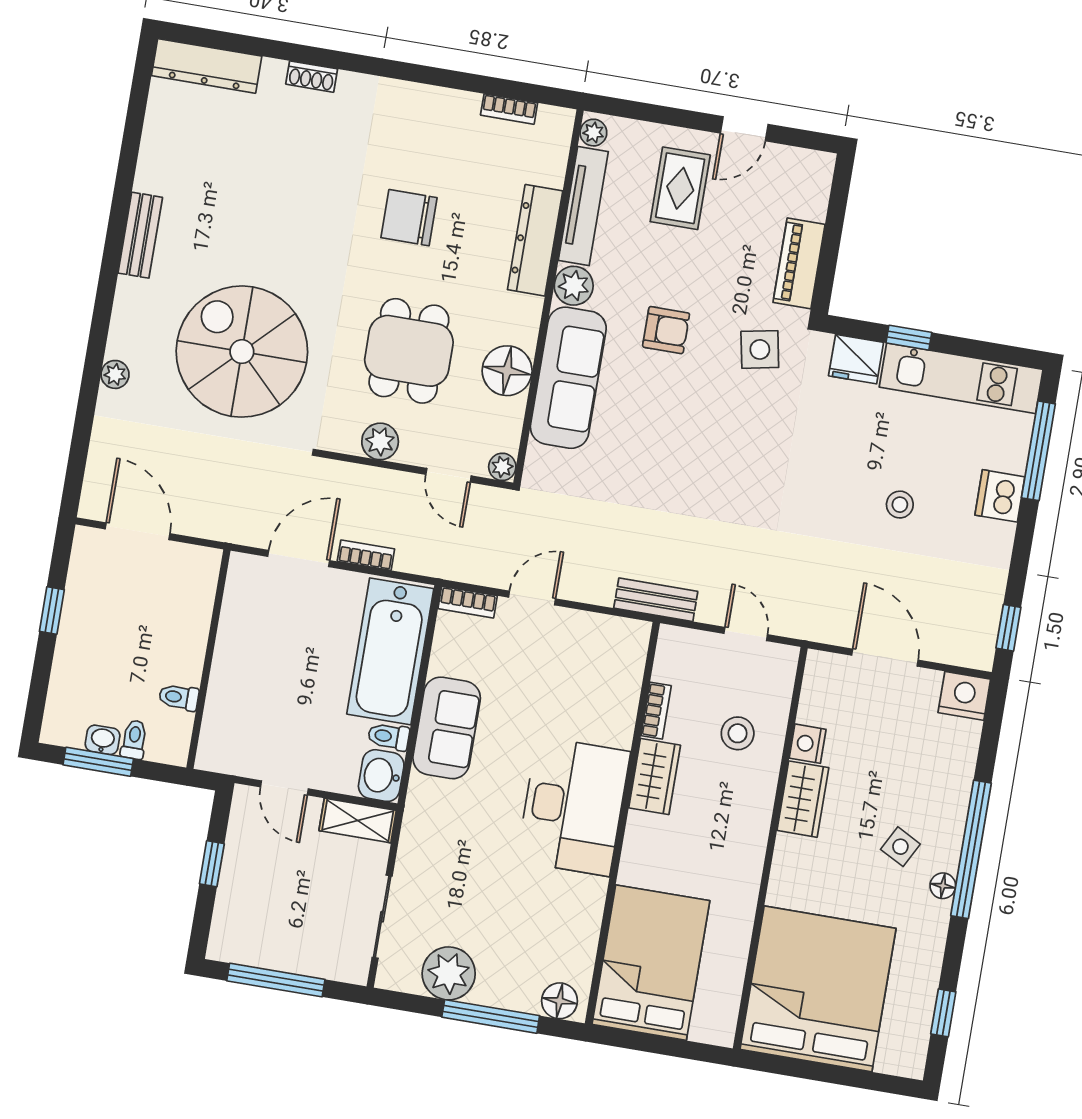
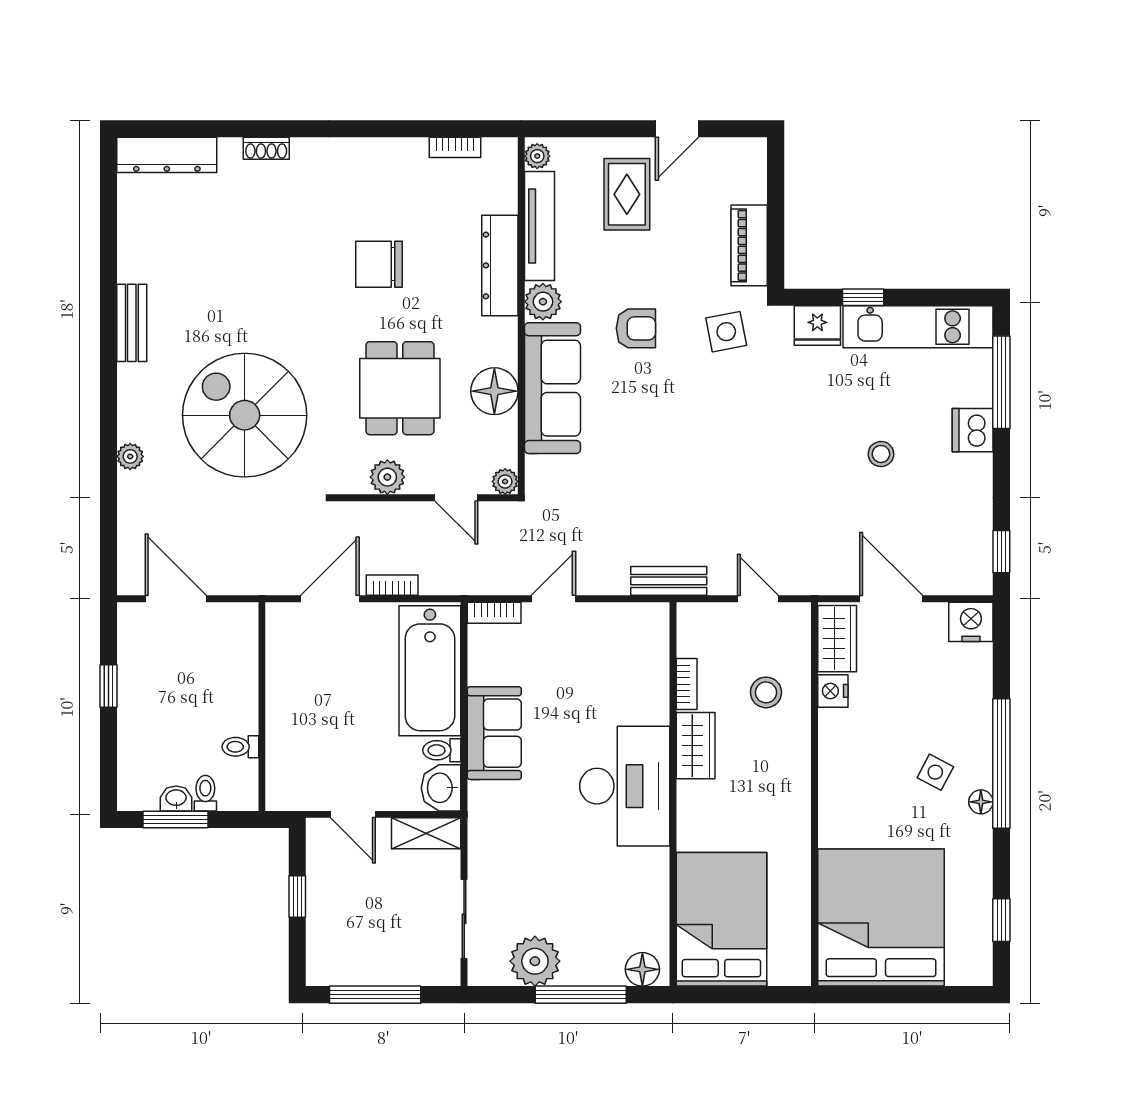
wardrobe: (803, 799) -> (837, 639), moved

